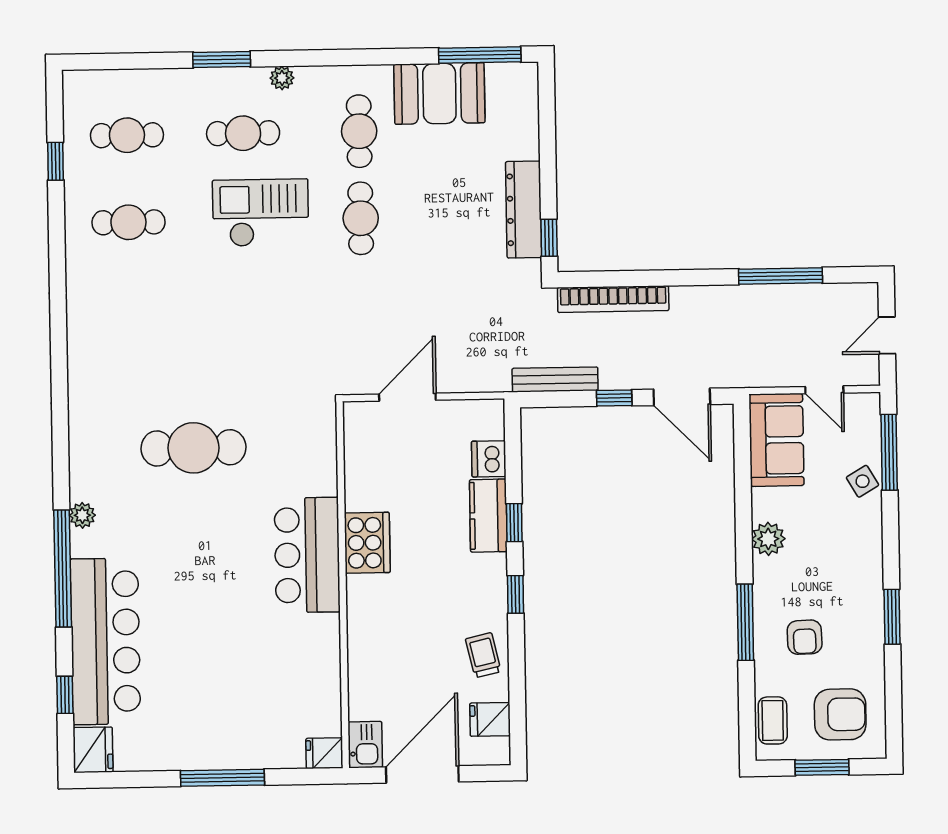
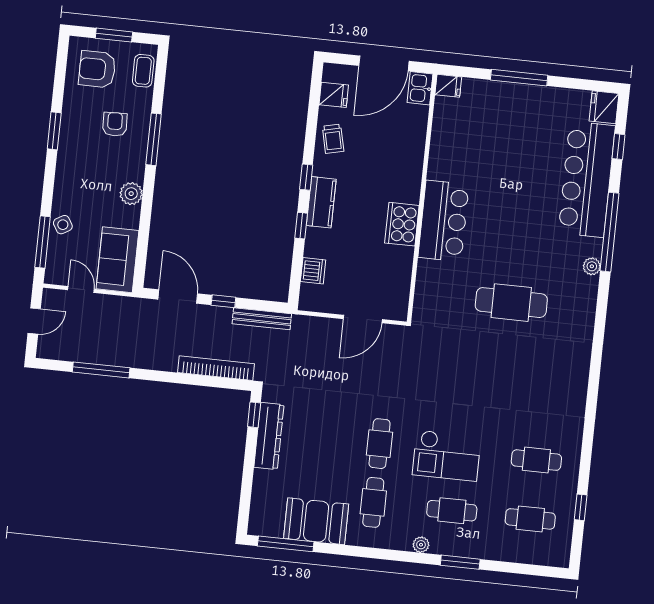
kitchen counter: (488, 516) -> (321, 202), moved

